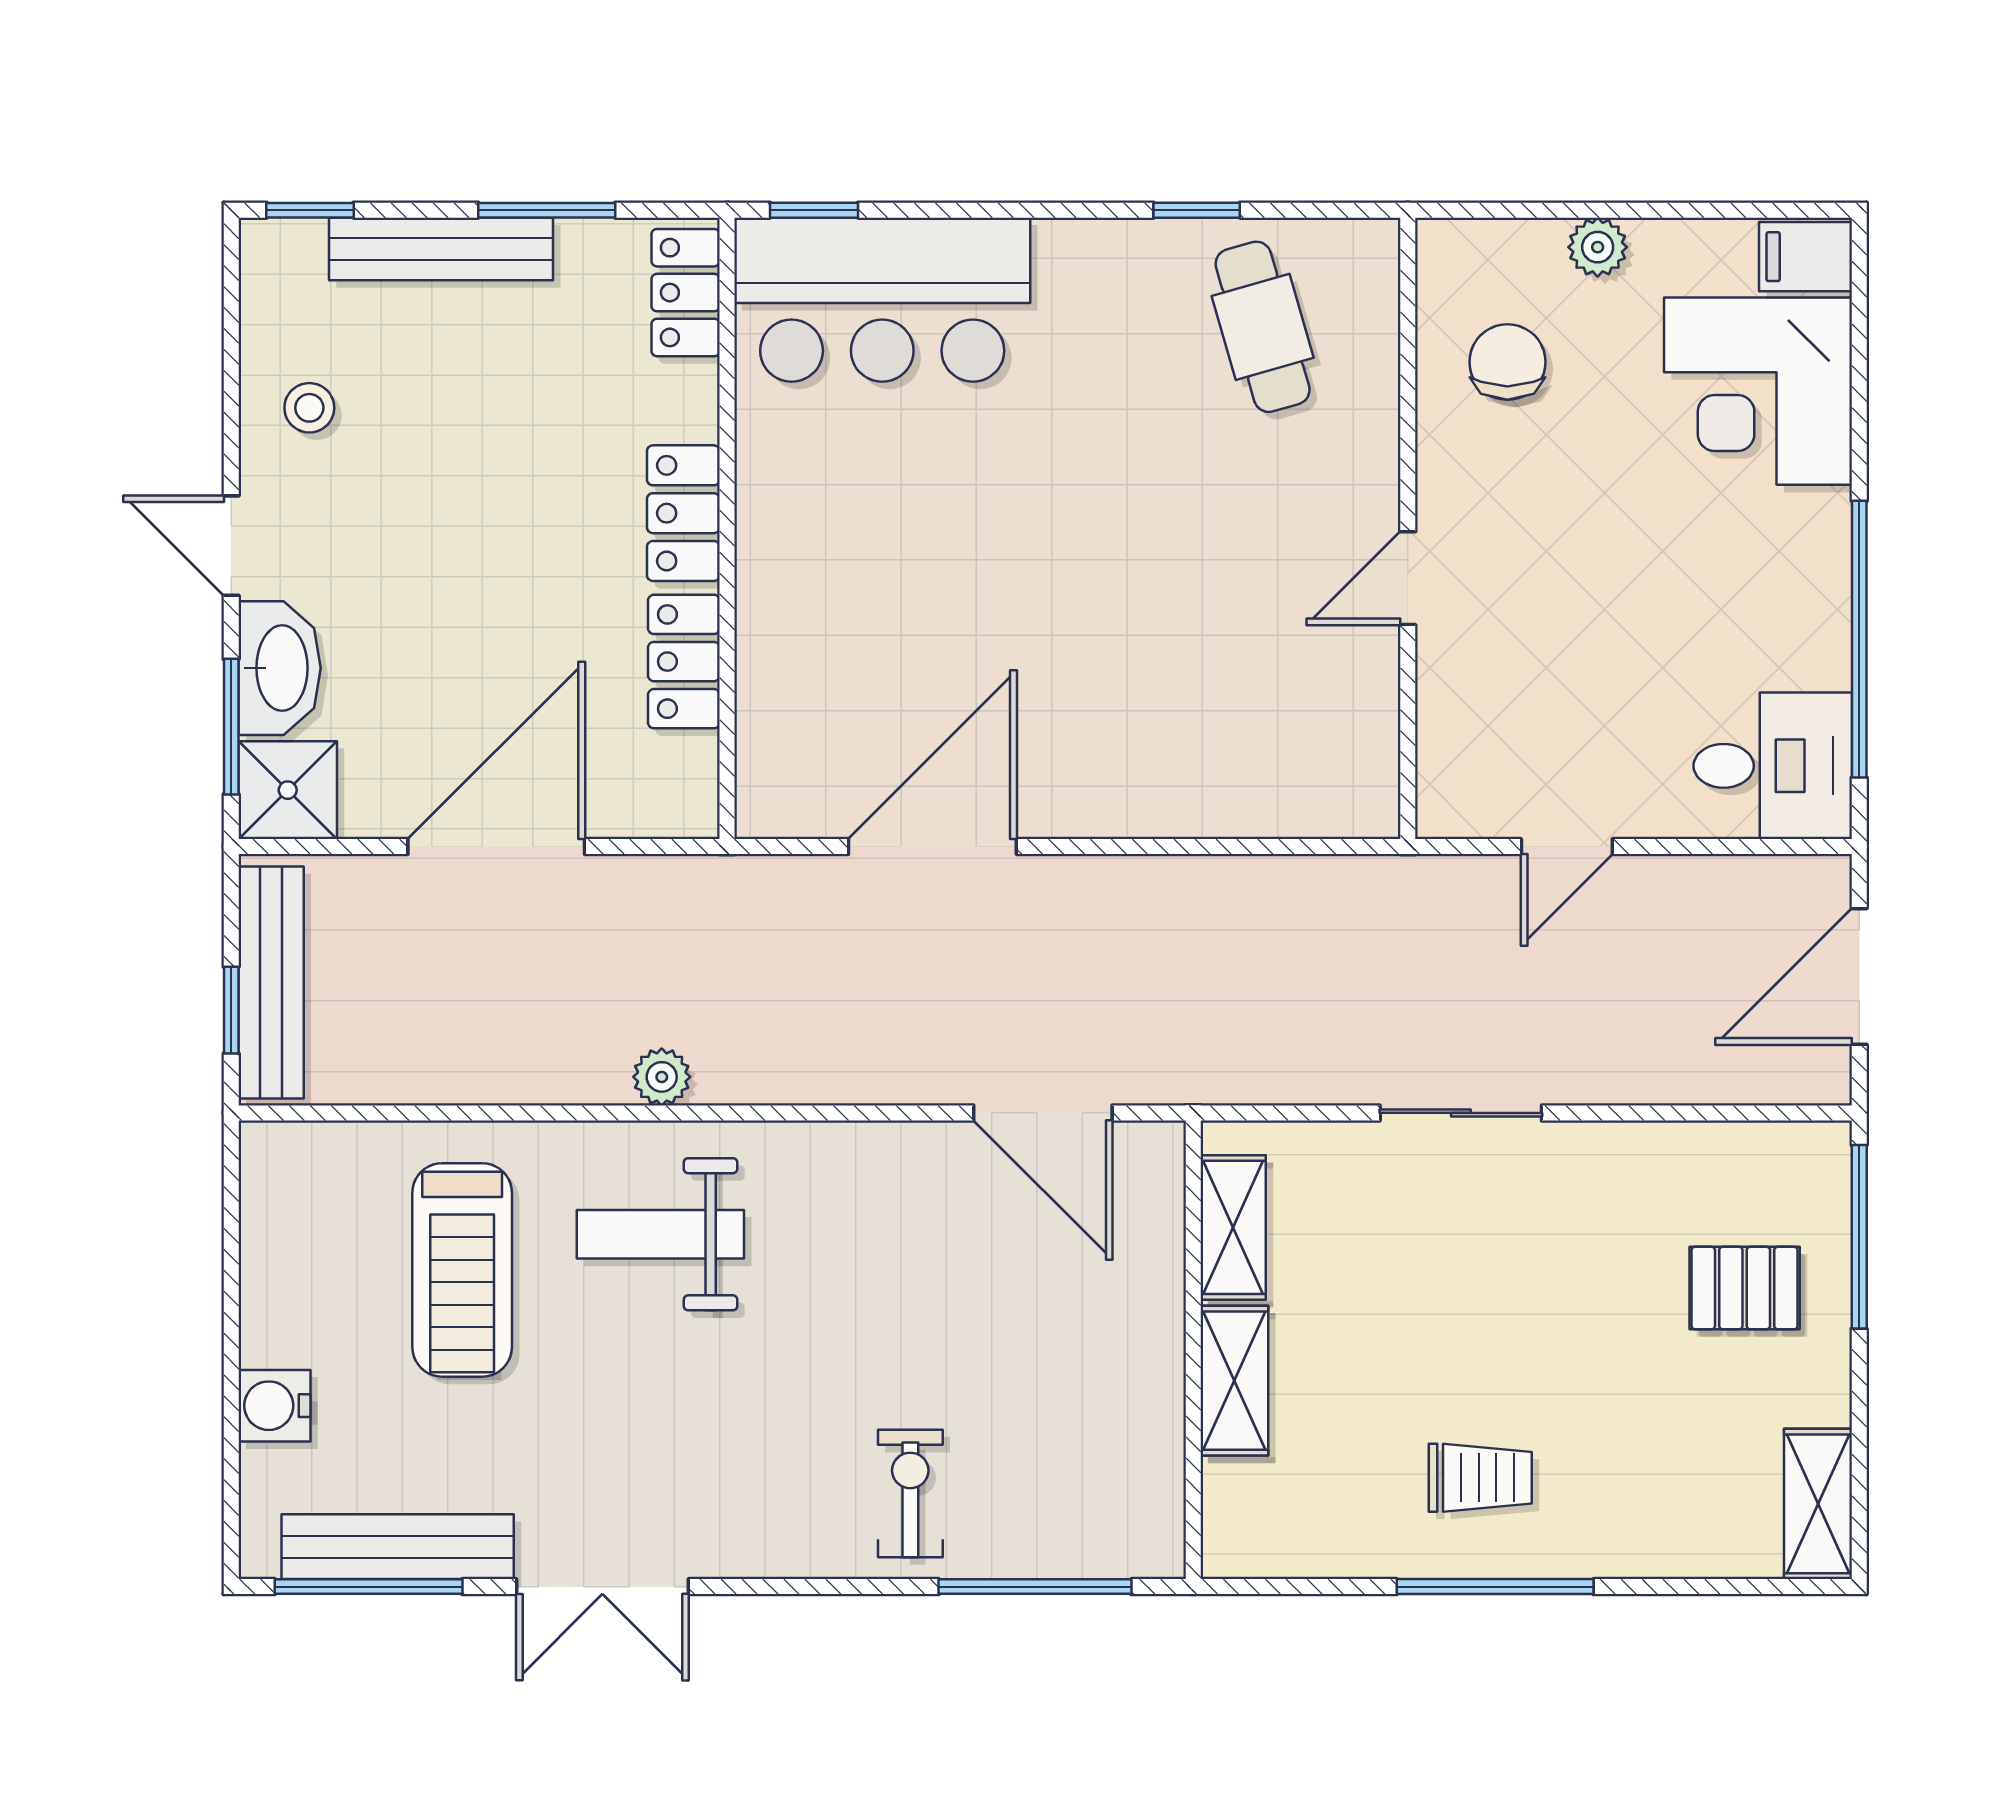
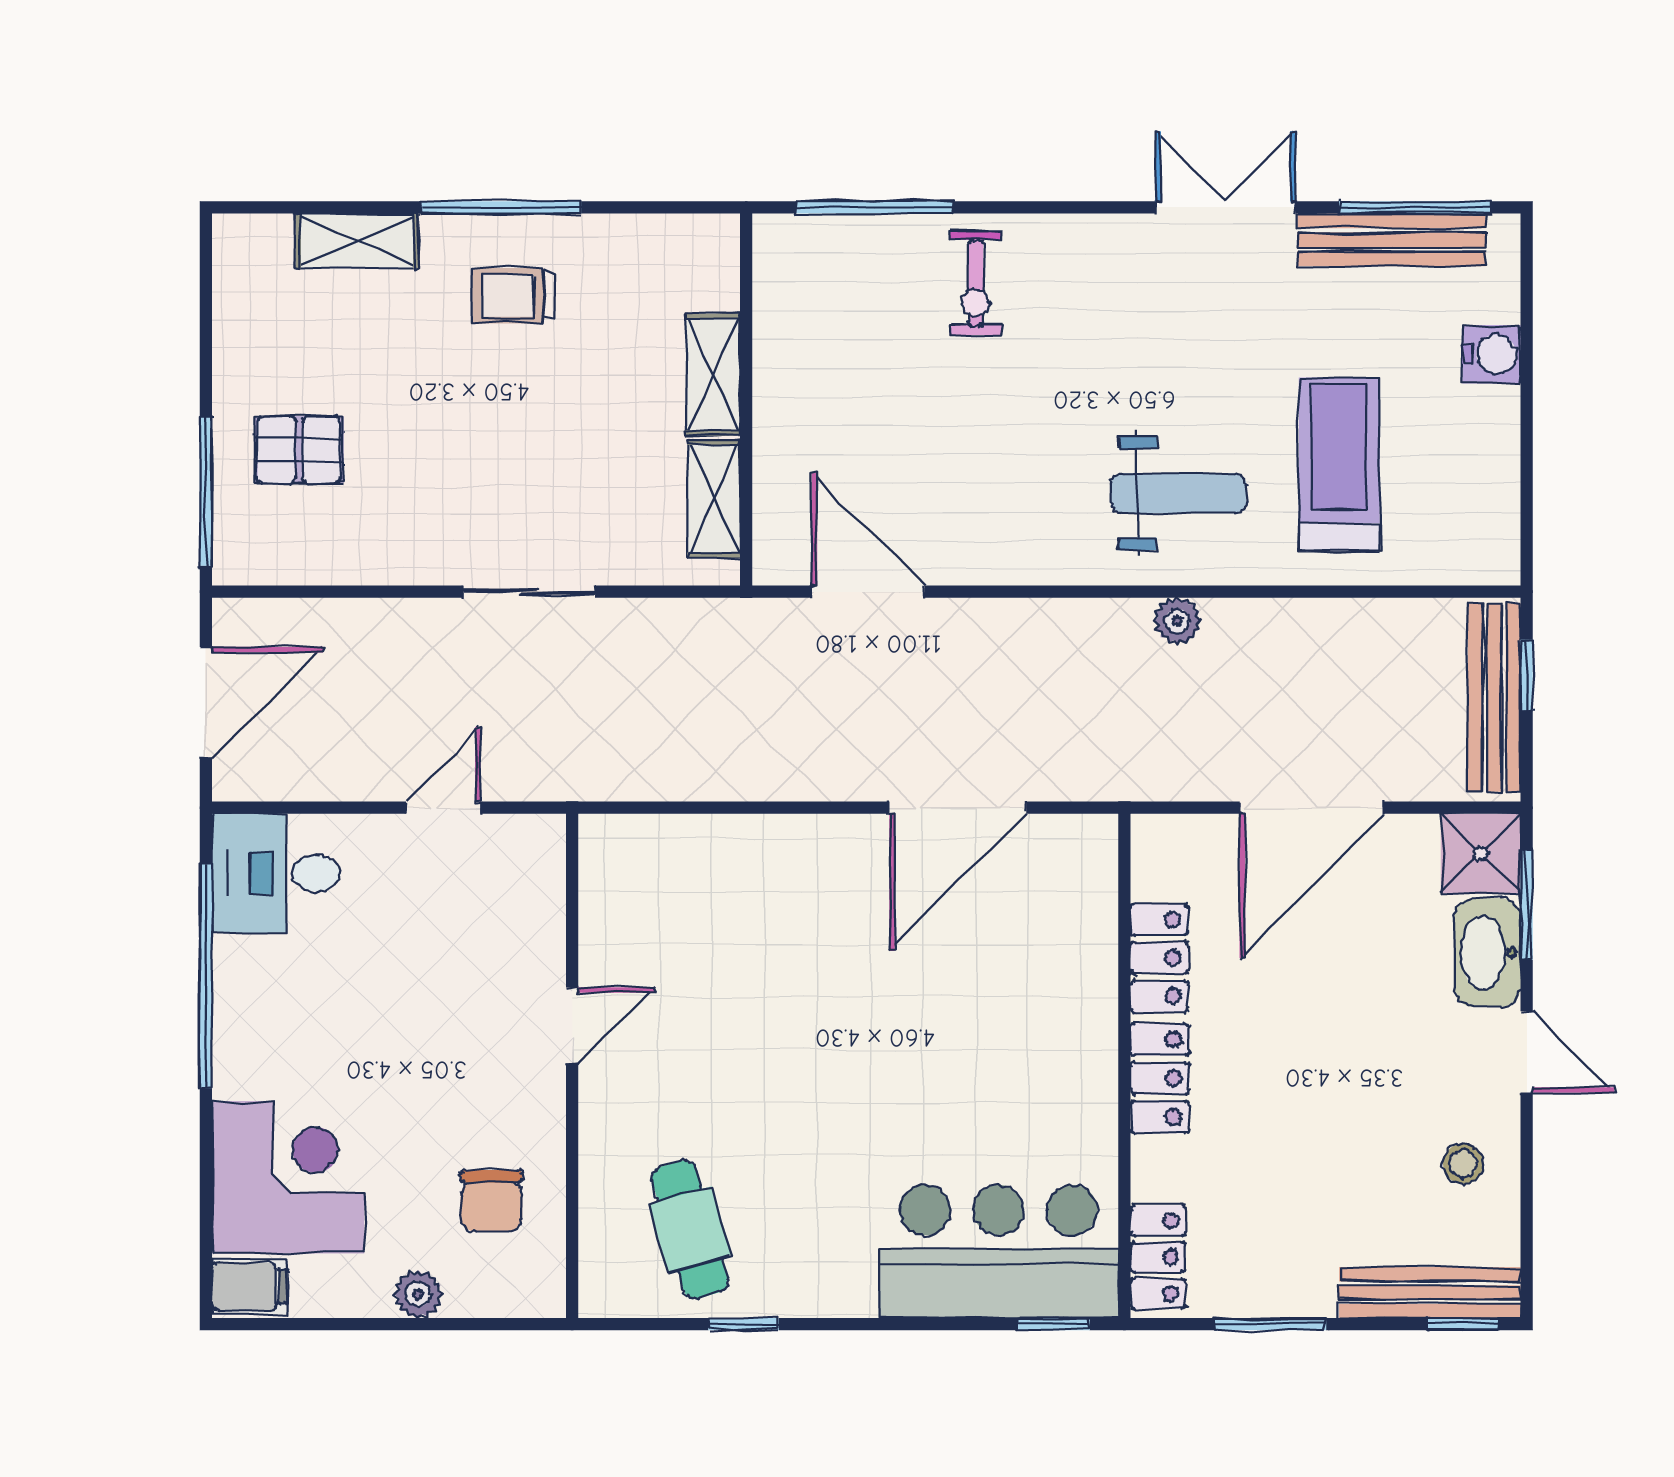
bench: (441, 249) -> (1430, 1293), moved
shelving: (1818, 1504) -> (357, 241), moved, turned 90

